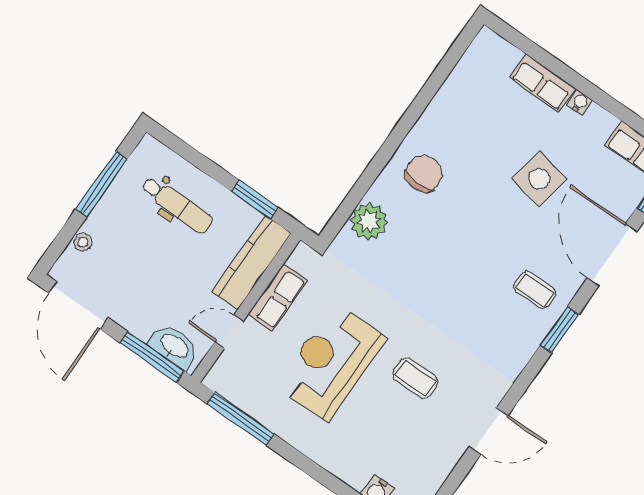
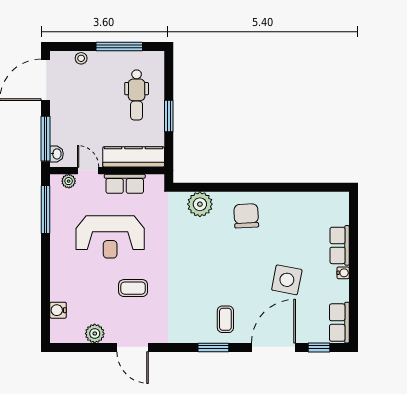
chair: (424, 174) -> (246, 216), turned -93
window: (255, 199) -> (169, 116), moved
washbasin: (174, 346) -> (57, 154), width x0.52, depth x0.69
reception desk: (331, 362) -> (110, 237), turned 180
plant: (225, 365) -> (69, 181), added
coffee table: (415, 378) -> (133, 288), turned 90
plant: (438, 466) -> (95, 334), added

